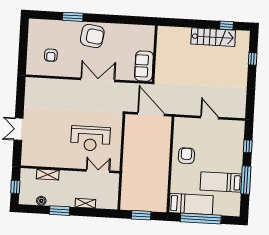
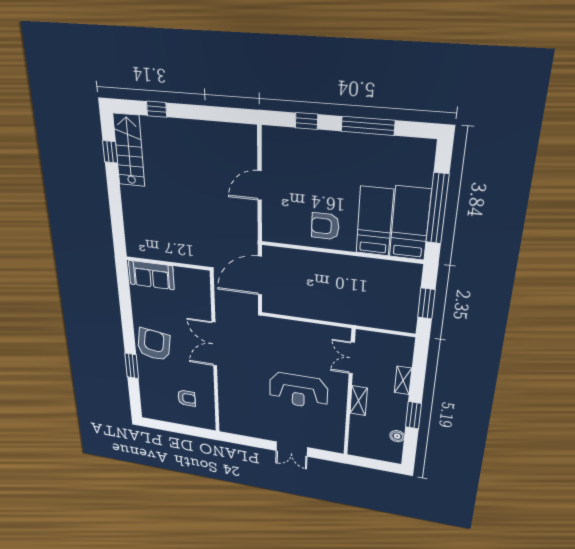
stairs: (213, 37) -> (129, 150), moved
sofa: (144, 66) -> (151, 275), moved
reception desk: (90, 139) -> (298, 391), moved, turned 90
shelving: (48, 174) -> (359, 401), moved
bed: (221, 182) -> (375, 221), moved, turned 180
window: (15, 187) -> (375, 464), removed

